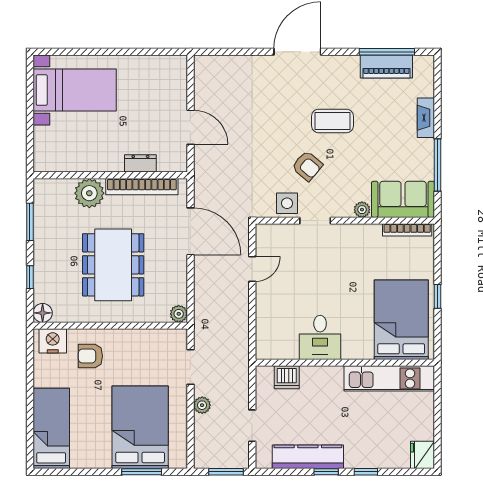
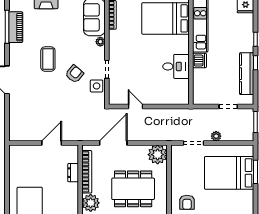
plant: (179, 314) -> (158, 155), width x1.88, depth x1.88
dishwasher: (287, 377) -> (200, 60), moved

